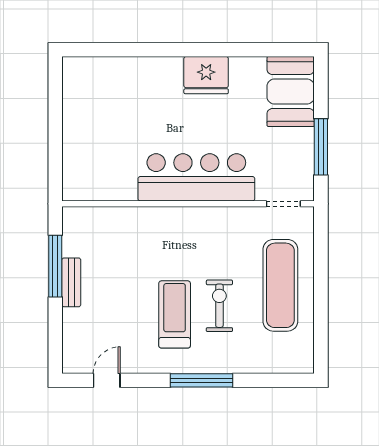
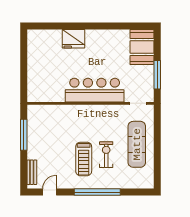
fridge: (206, 75) -> (73, 39), moved
bench: (71, 282) -> (32, 172), moved
treadmill: (175, 314) -> (84, 159), turned 180
window: (202, 380) -> (97, 192), width x1.46

